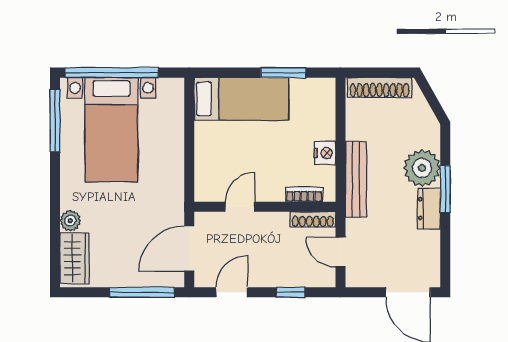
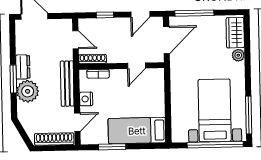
door: (340, 115) -> (77, 122), added

